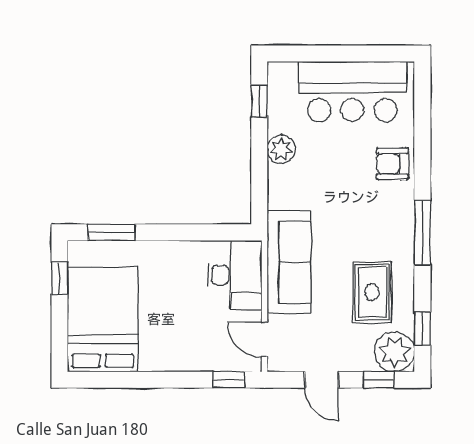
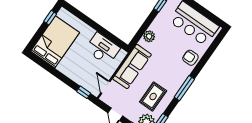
plant: (281, 149) -> (149, 36), moved
window: (112, 232) -> (79, 14), removed
desk: (235, 275) -> (103, 49), moved, turned -90

